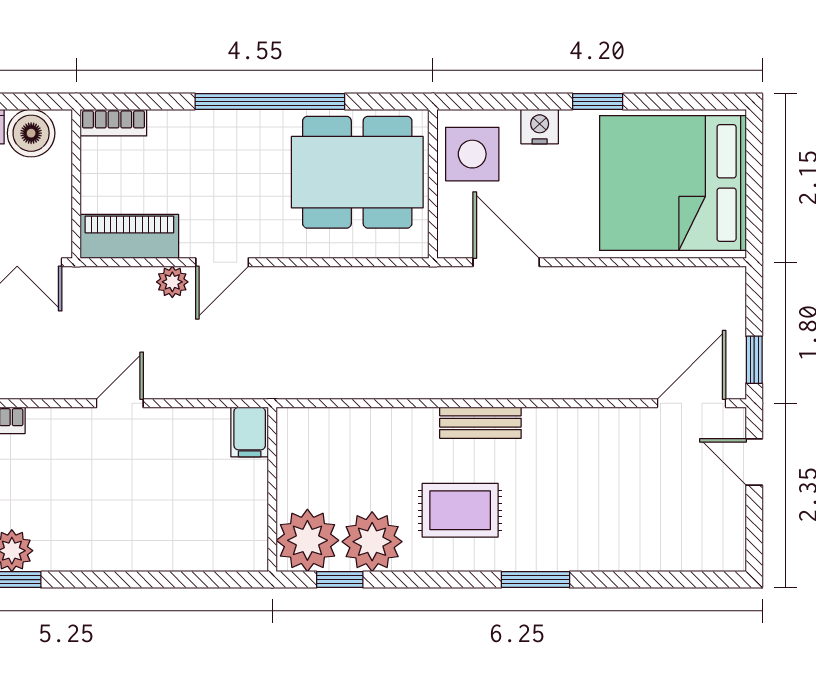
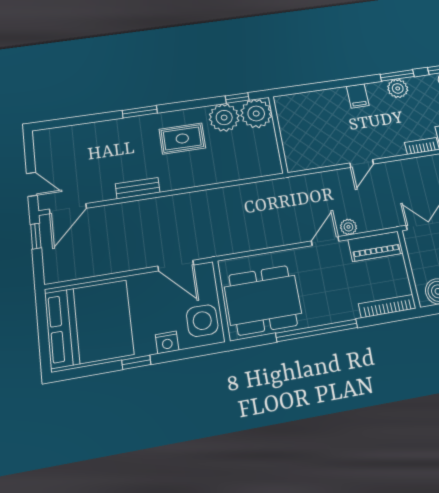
bookcase: (113, 123) -> (387, 306), width x1.56
bench: (480, 423) -> (138, 188), moved
filing cabinet: (250, 432) -> (358, 96), moved, turned 180

